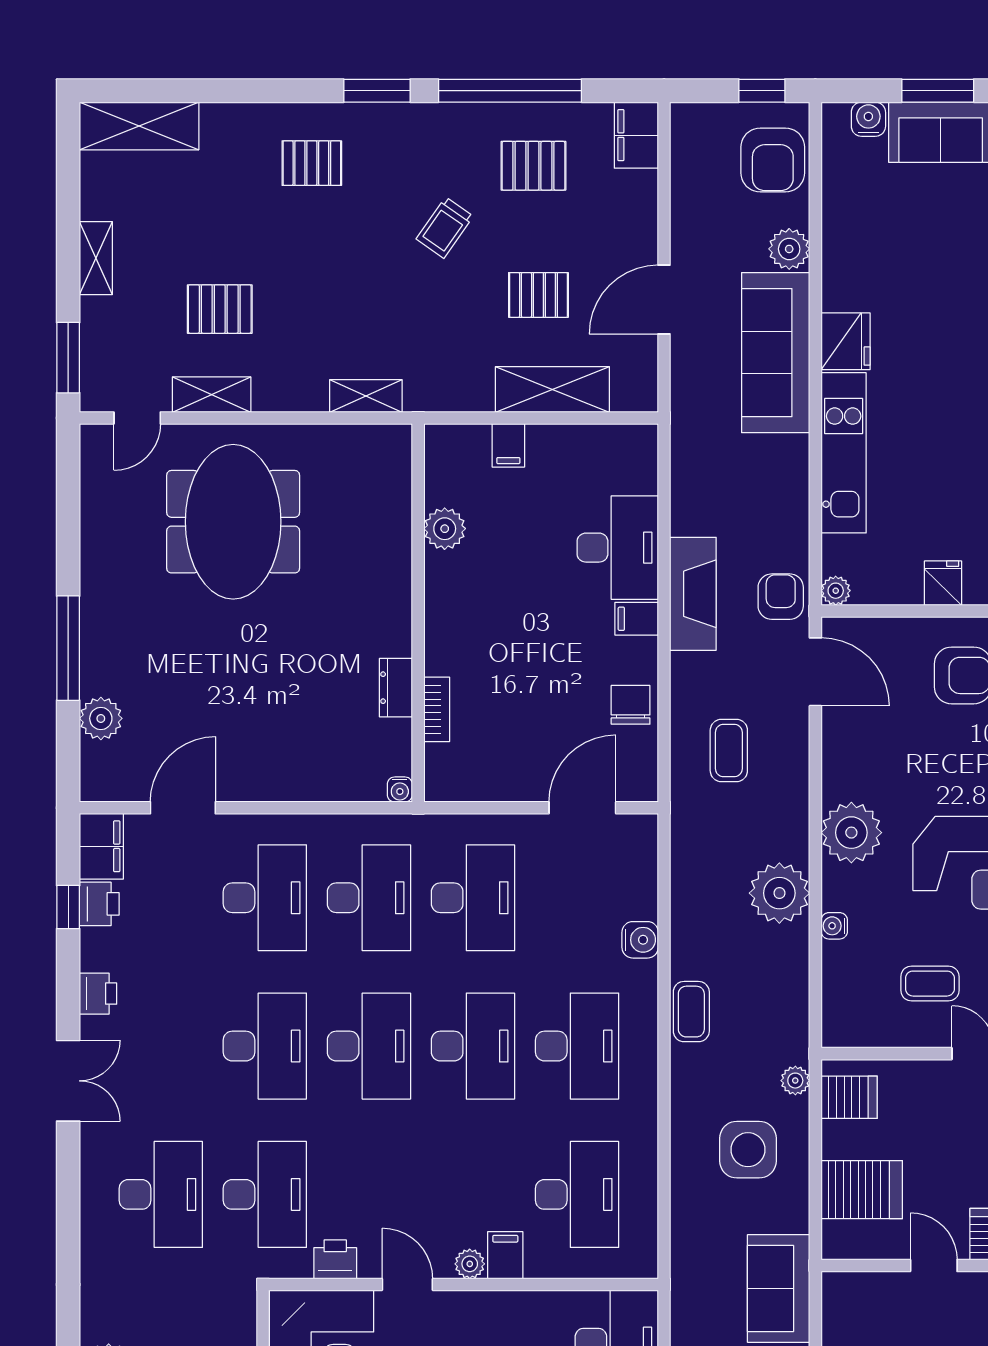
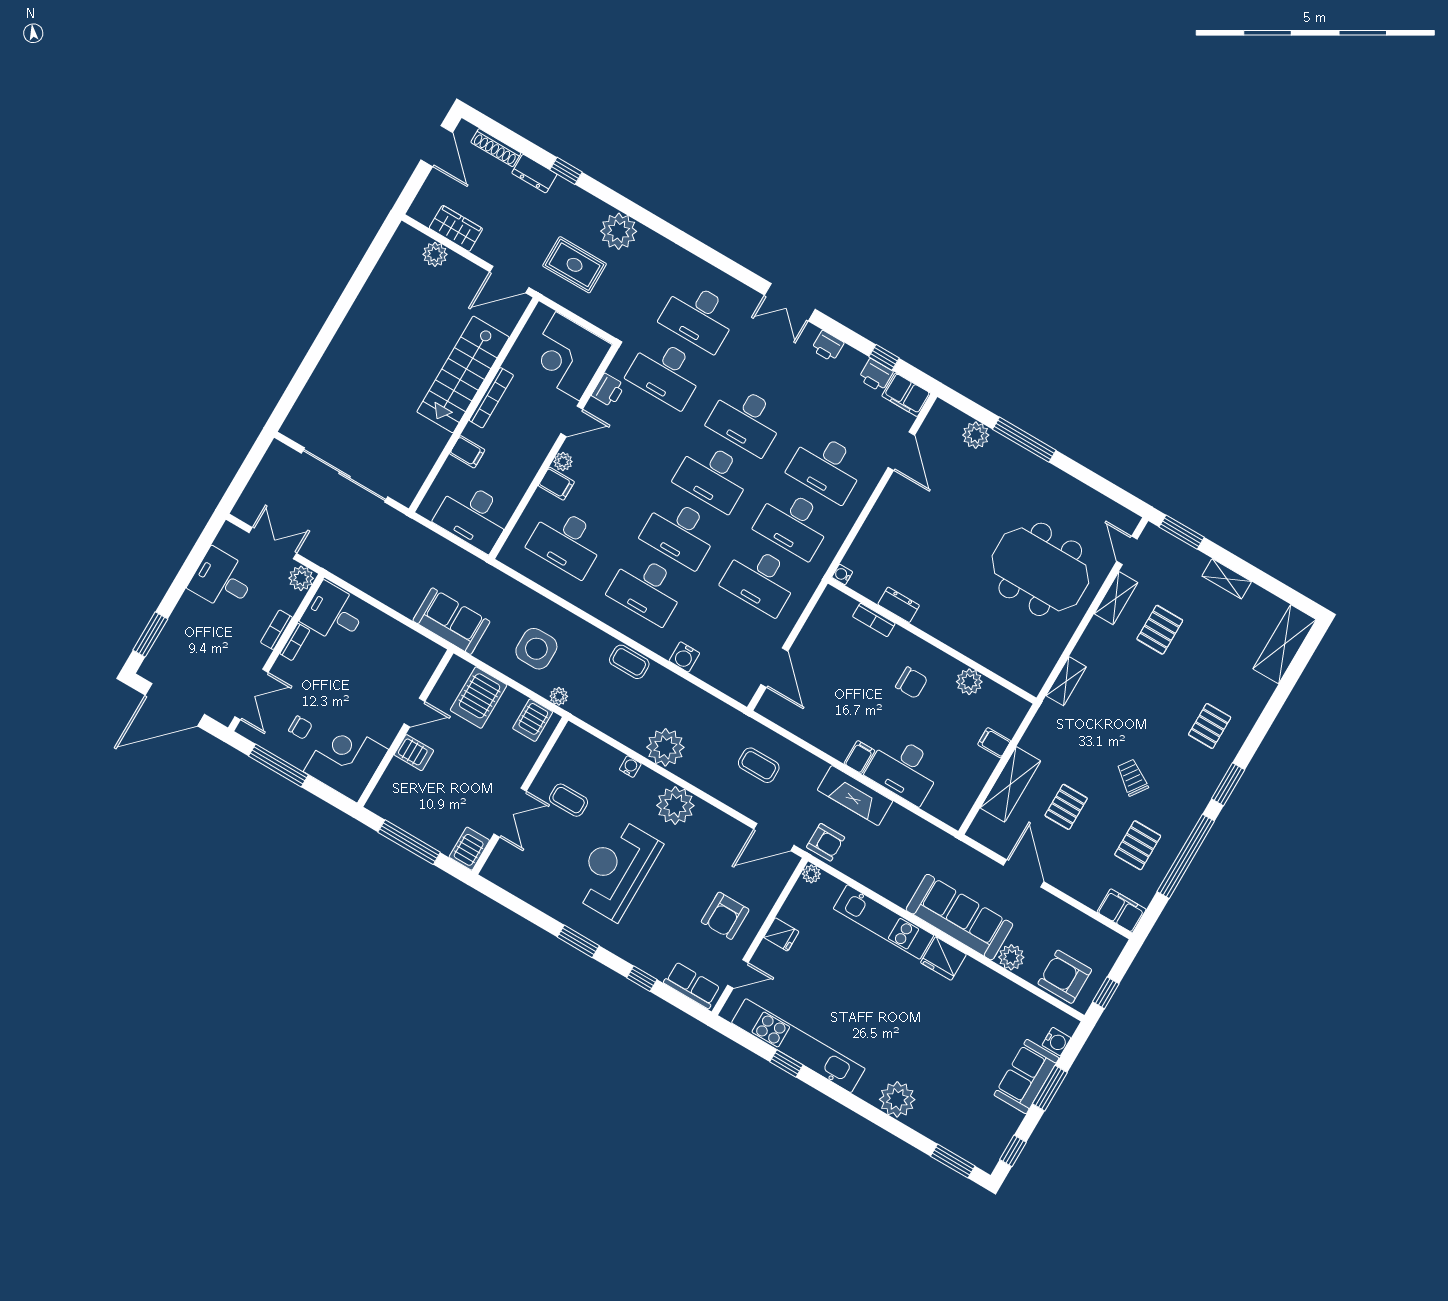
chair: (631, 705) -> (912, 683), moved
coffee table: (930, 984) -> (569, 800), turned 90

